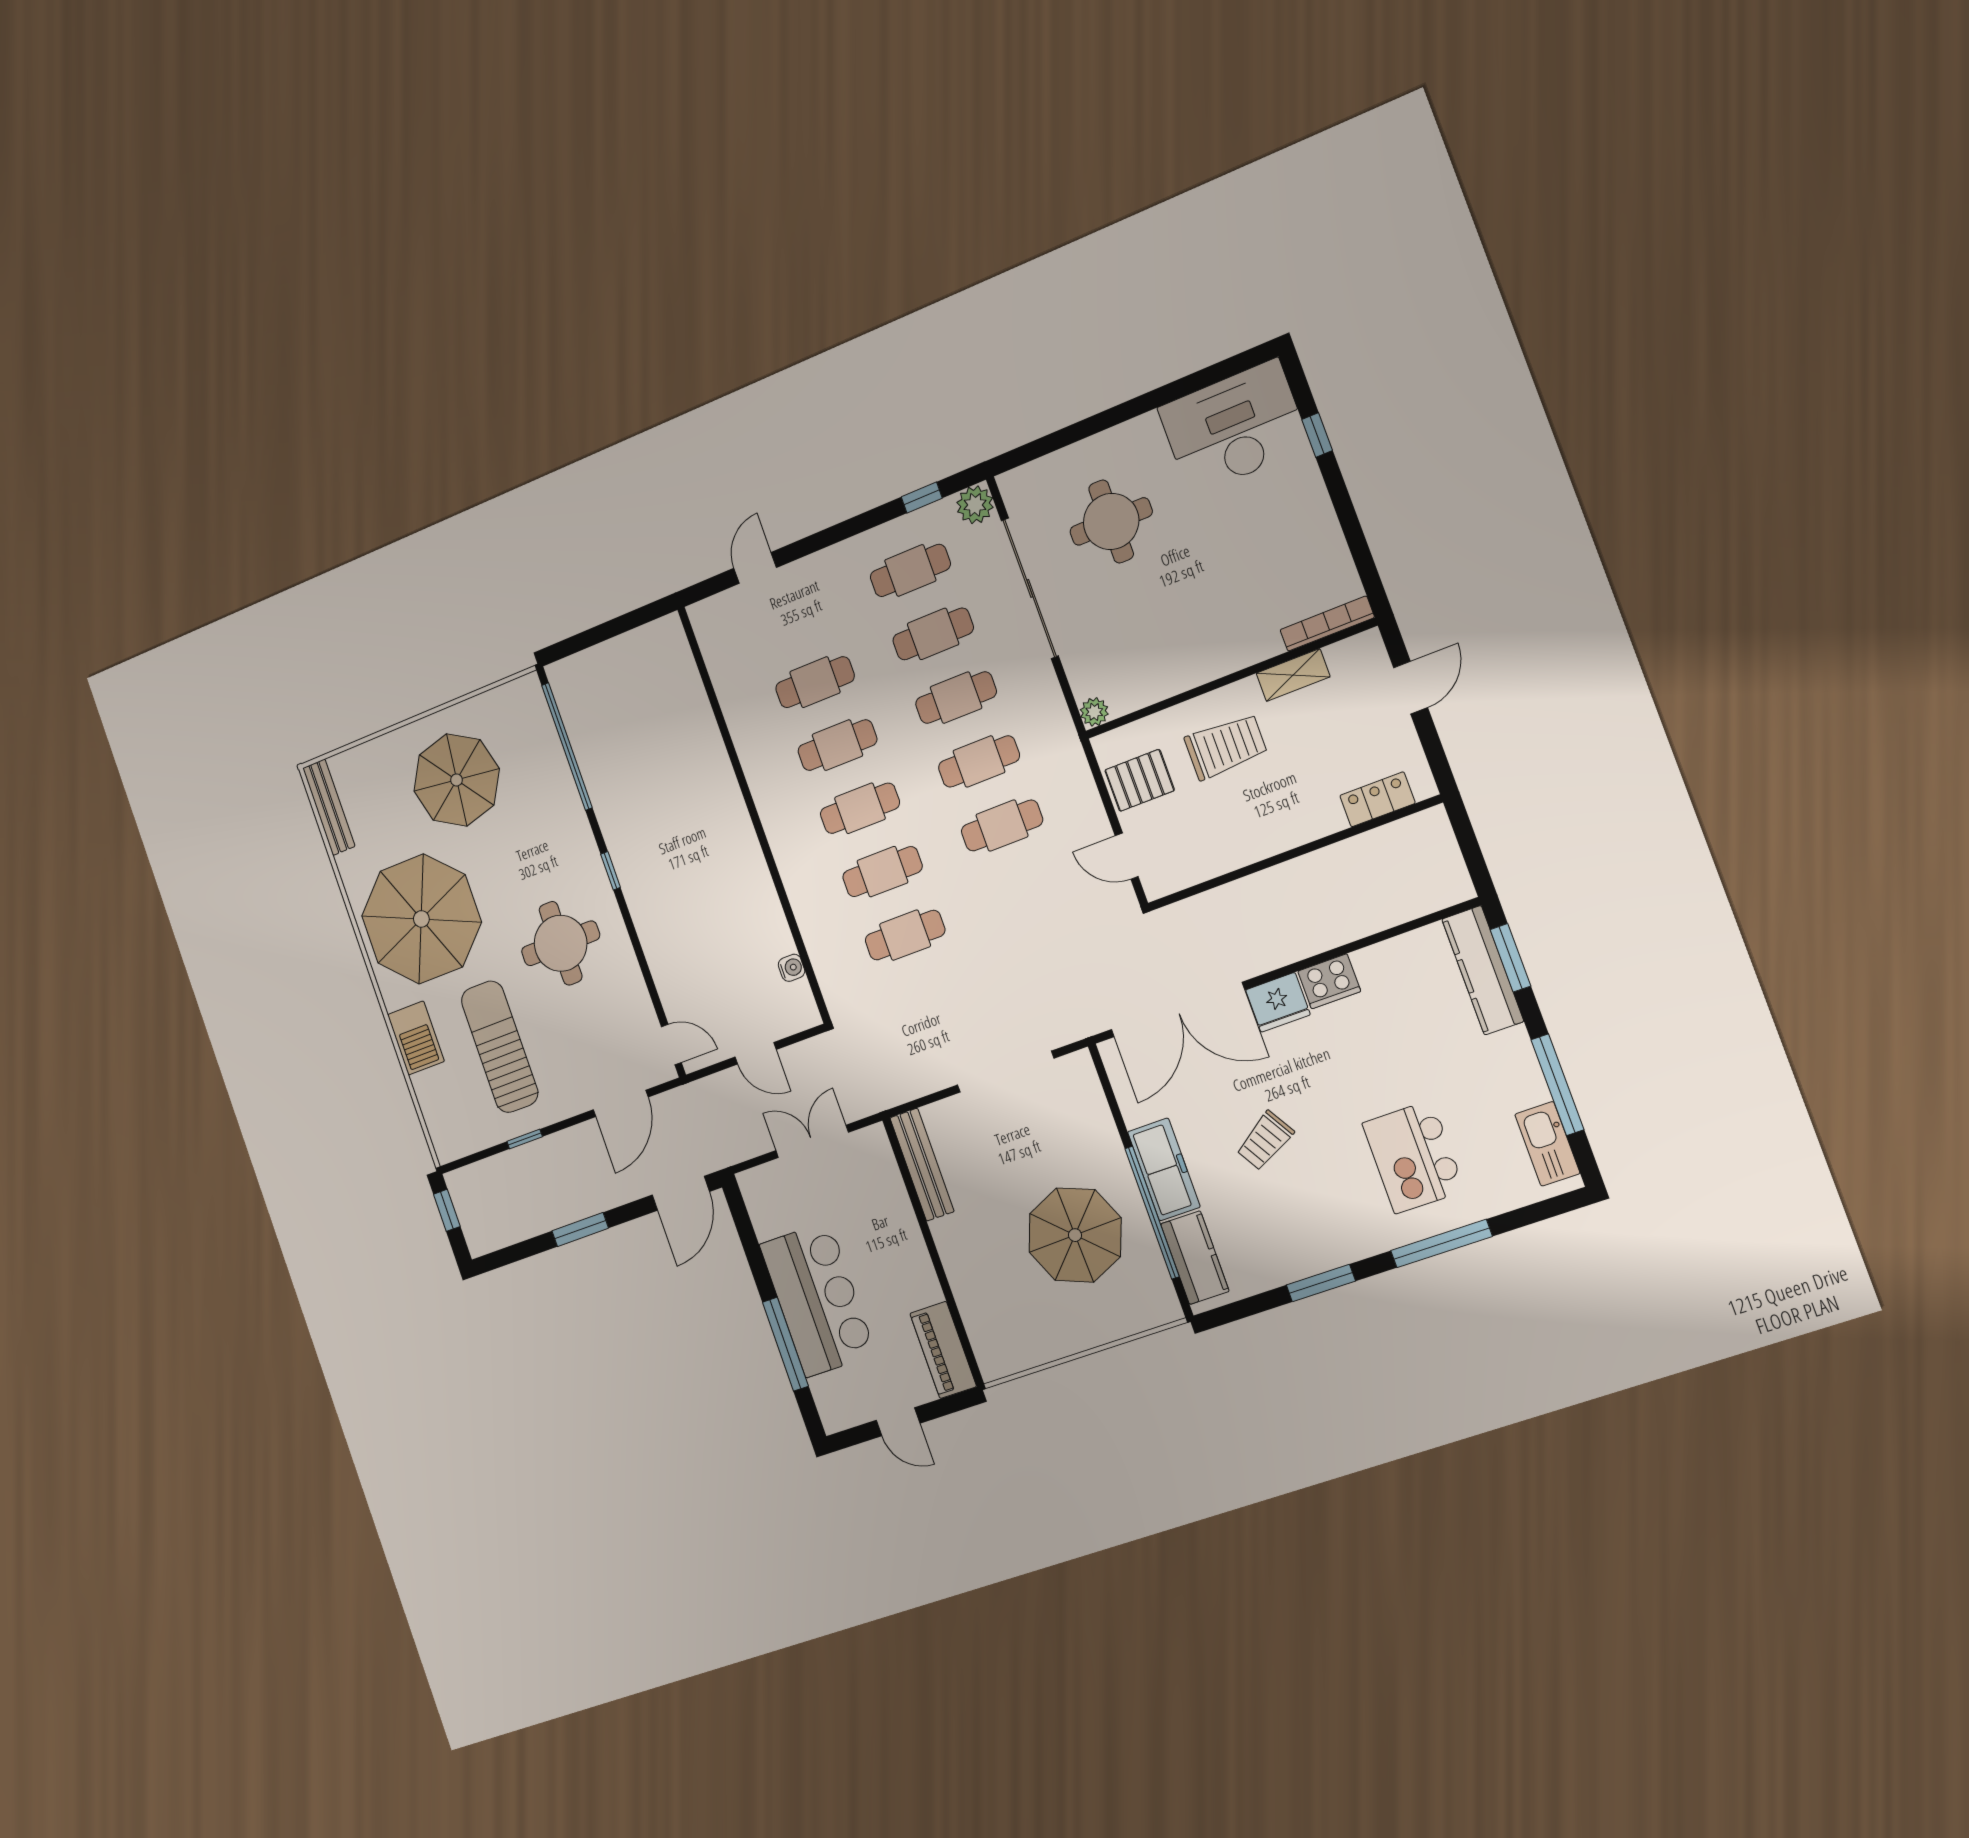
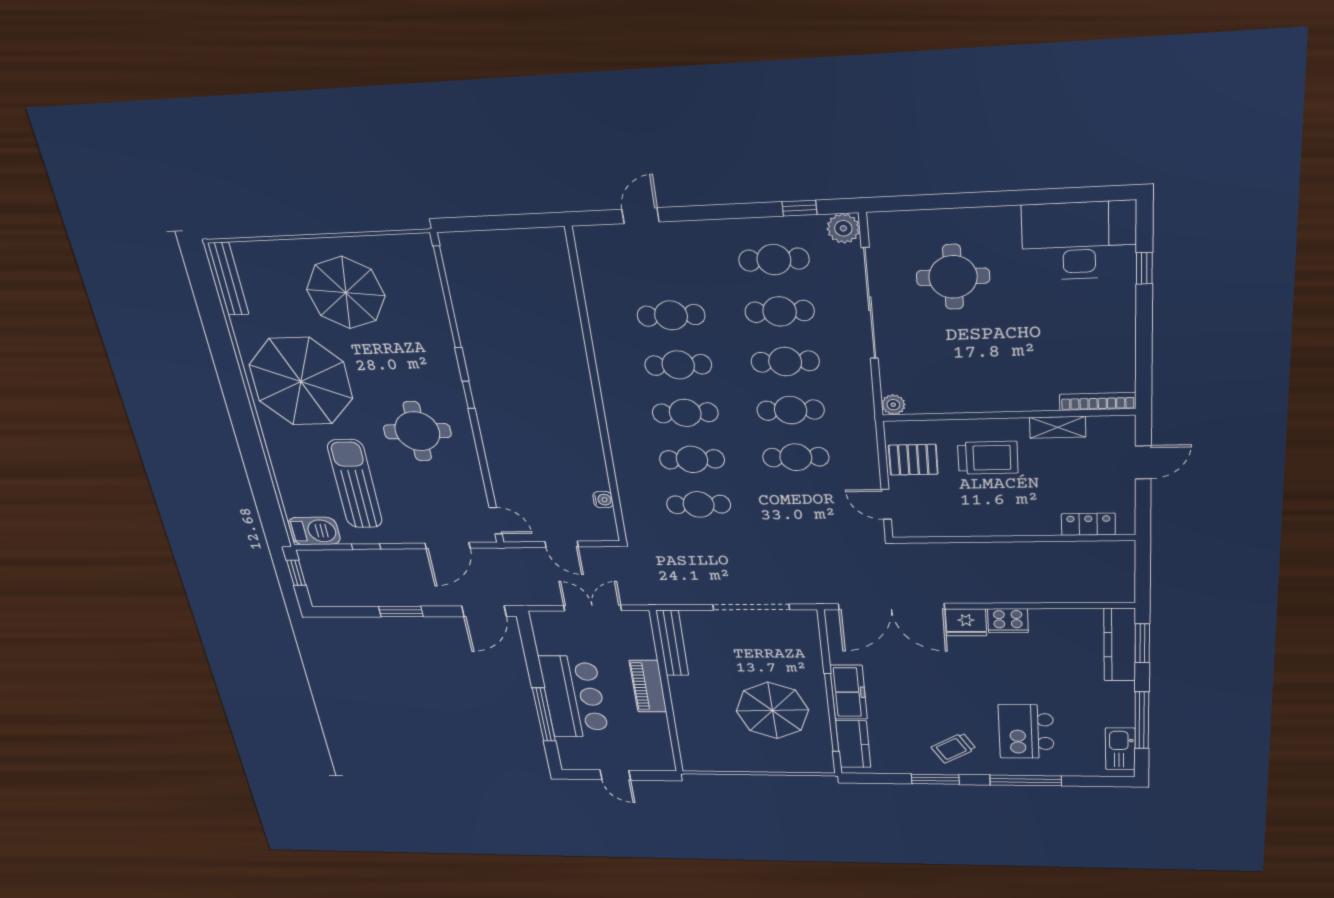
barbecue: (416, 1038) -> (314, 531), moved, turned -90
trolley: (1265, 1141) -> (954, 748), moved
piano: (943, 1350) -> (648, 686), moved

